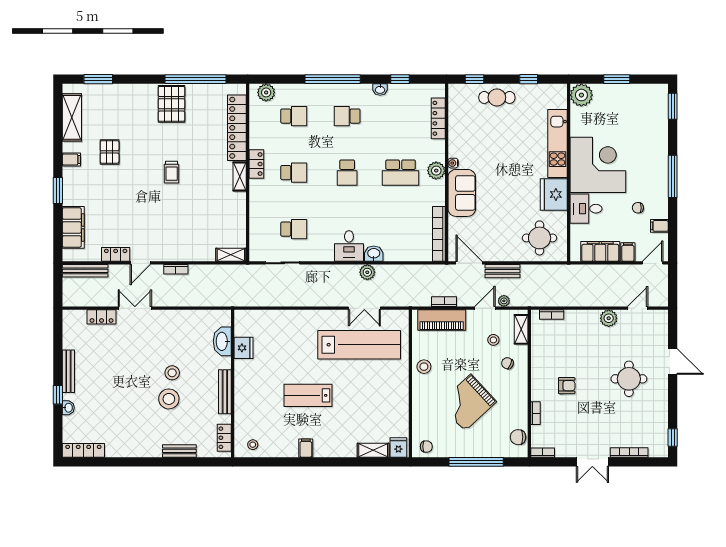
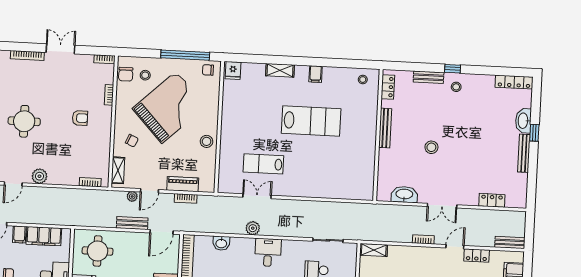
washbasin: (374, 254) -> (221, 243), moved
door: (469, 263) -> (162, 232), hinge flipped
bench: (85, 271) -> (510, 242), width x0.73
double door: (135, 308) -> (442, 206), moved
piano: (442, 320) -> (183, 184), width x0.73, depth x0.75
stool: (493, 340) -> (145, 75), moved
washbasin: (222, 341) -> (404, 194), moved, turned -90
lab bench: (359, 345) -> (263, 164), width x0.54, depth x0.72
fridge: (243, 348) -> (367, 166), removed
armchair: (567, 386) -> (80, 118), turned 180
lab bench: (308, 395) -> (311, 121), width x1.36, depth x1.39
stool: (169, 399) -> (456, 87), moved, width x0.53, depth x0.53
grand piano: (468, 403) -> (169, 107), width x1.37, depth x1.48
washbasin: (68, 408) -> (523, 121), width x1.91, depth x1.45
chair: (518, 437) -> (126, 74), turned 90
shelving: (373, 450) -> (280, 70), moved
window: (153, 462) -> (453, 69), added
window: (476, 462) -> (185, 55), moved

